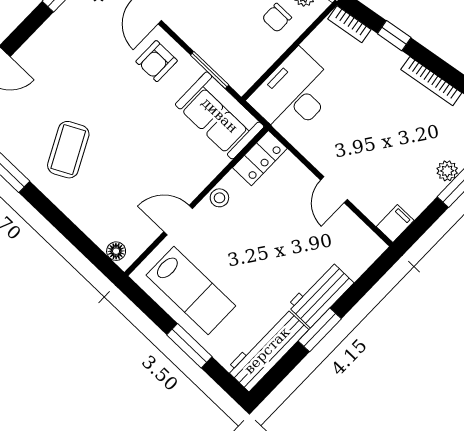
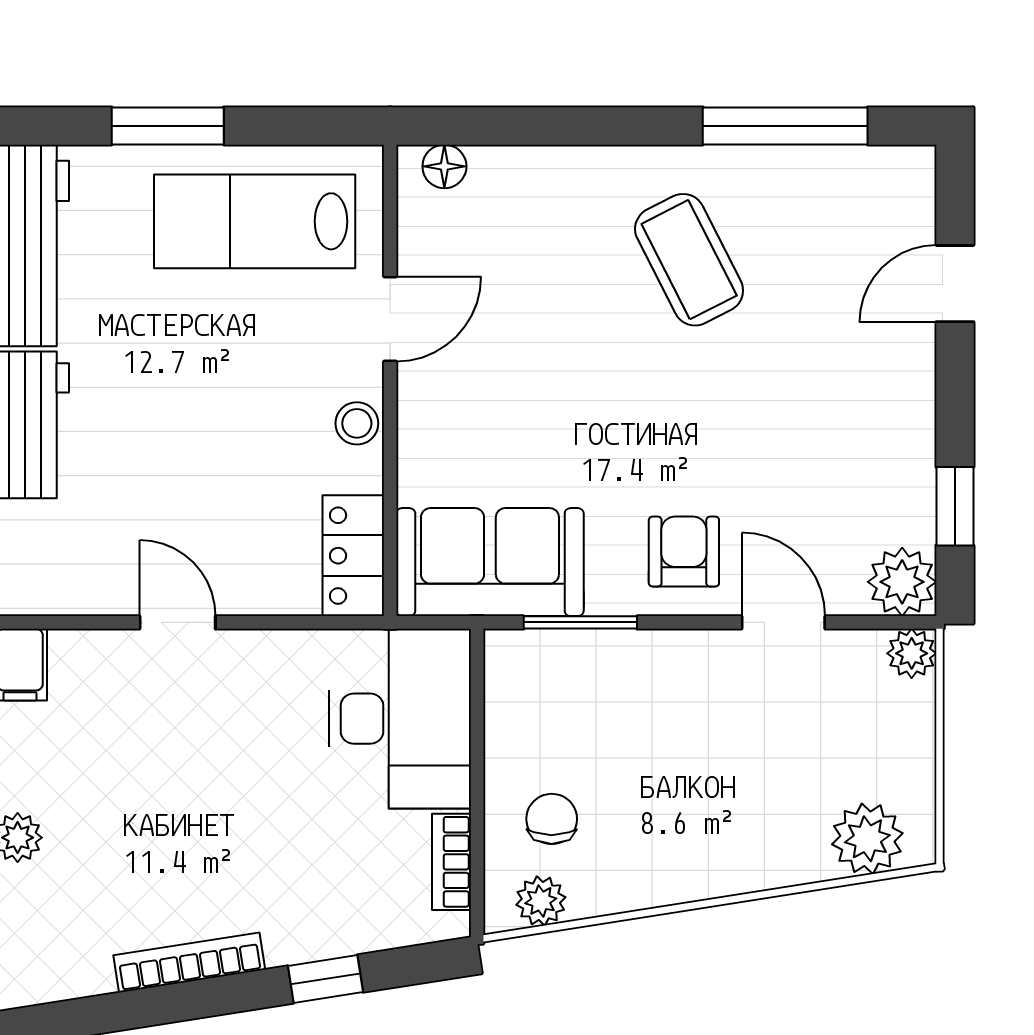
bookcase: (349, 24) -> (452, 862), moved, turned -81

